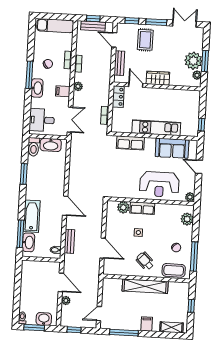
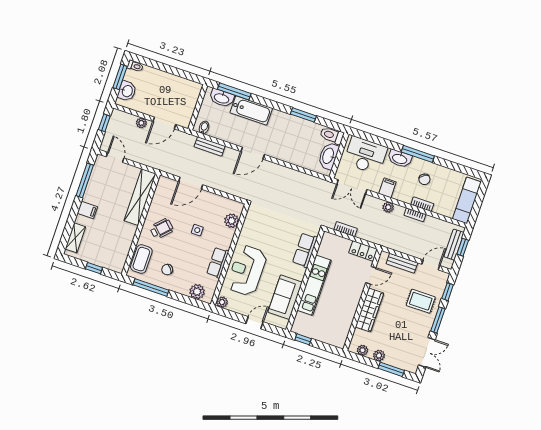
plant: (193, 61) -> (379, 356), width x0.53, depth x0.53
window: (205, 61) -> (391, 369), moved
wardrobe: (158, 78) -> (370, 310), width x1.50
desk: (42, 120) -> (366, 155), width x1.37
row of seats: (142, 208) -> (218, 263), moved
shelving: (145, 286) -> (140, 197), moved

